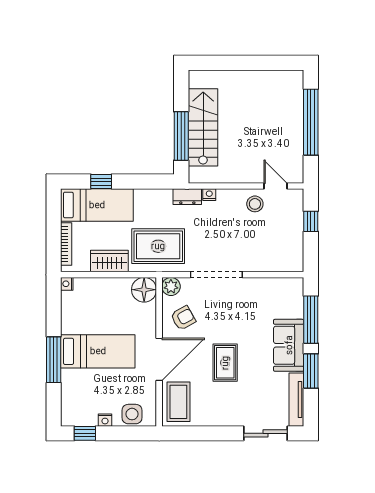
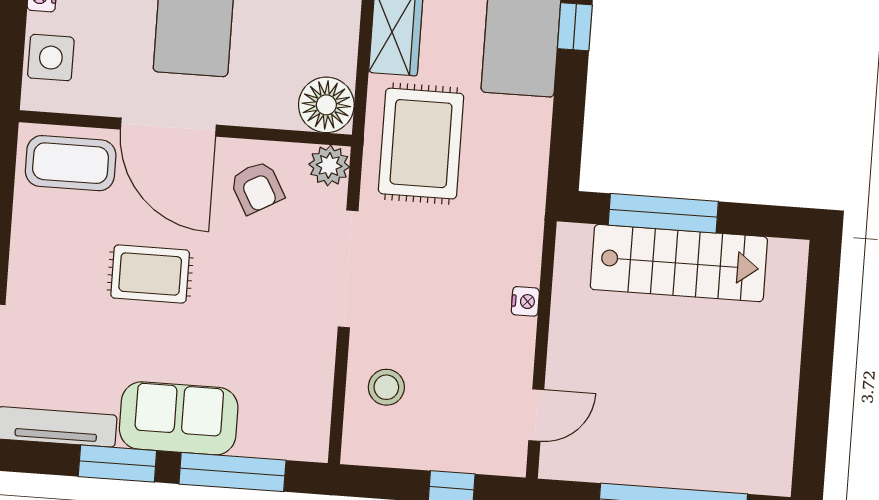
nightstand: (209, 195) -> (525, 301), moved
dresser: (187, 197) -> (527, 217), removed
stool: (255, 204) -> (386, 387), moved

